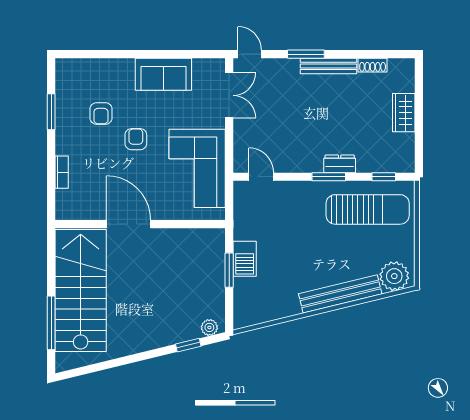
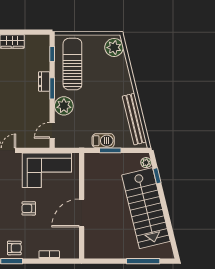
armchair: (101, 113) -> (14, 248), moved
plant: (300, 196) -> (64, 106), added
stairs: (81, 291) -> (146, 208), moved, turned -104
bench: (340, 294) -> (134, 119), moved

